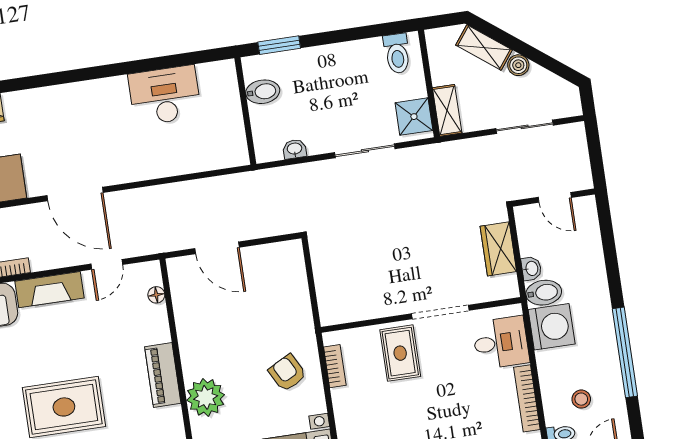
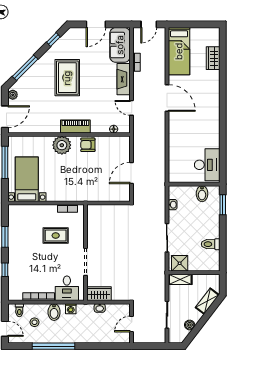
toilet: (397, 53) -> (211, 244), moved
boiler: (518, 65) -> (190, 325), moved
desk: (165, 95) -> (207, 165), moved
door: (75, 194) -> (167, 98), swing flipped
door: (217, 248) -> (132, 173), moved
wardrobe: (498, 249) -> (99, 294), moved
bidet: (544, 293) -> (54, 312), moved
washing machine: (552, 327) -> (71, 309), width x0.53, depth x0.53
rug: (400, 353) -> (56, 236), moved
armchair: (287, 373) -> (88, 145), moved, turned -152

